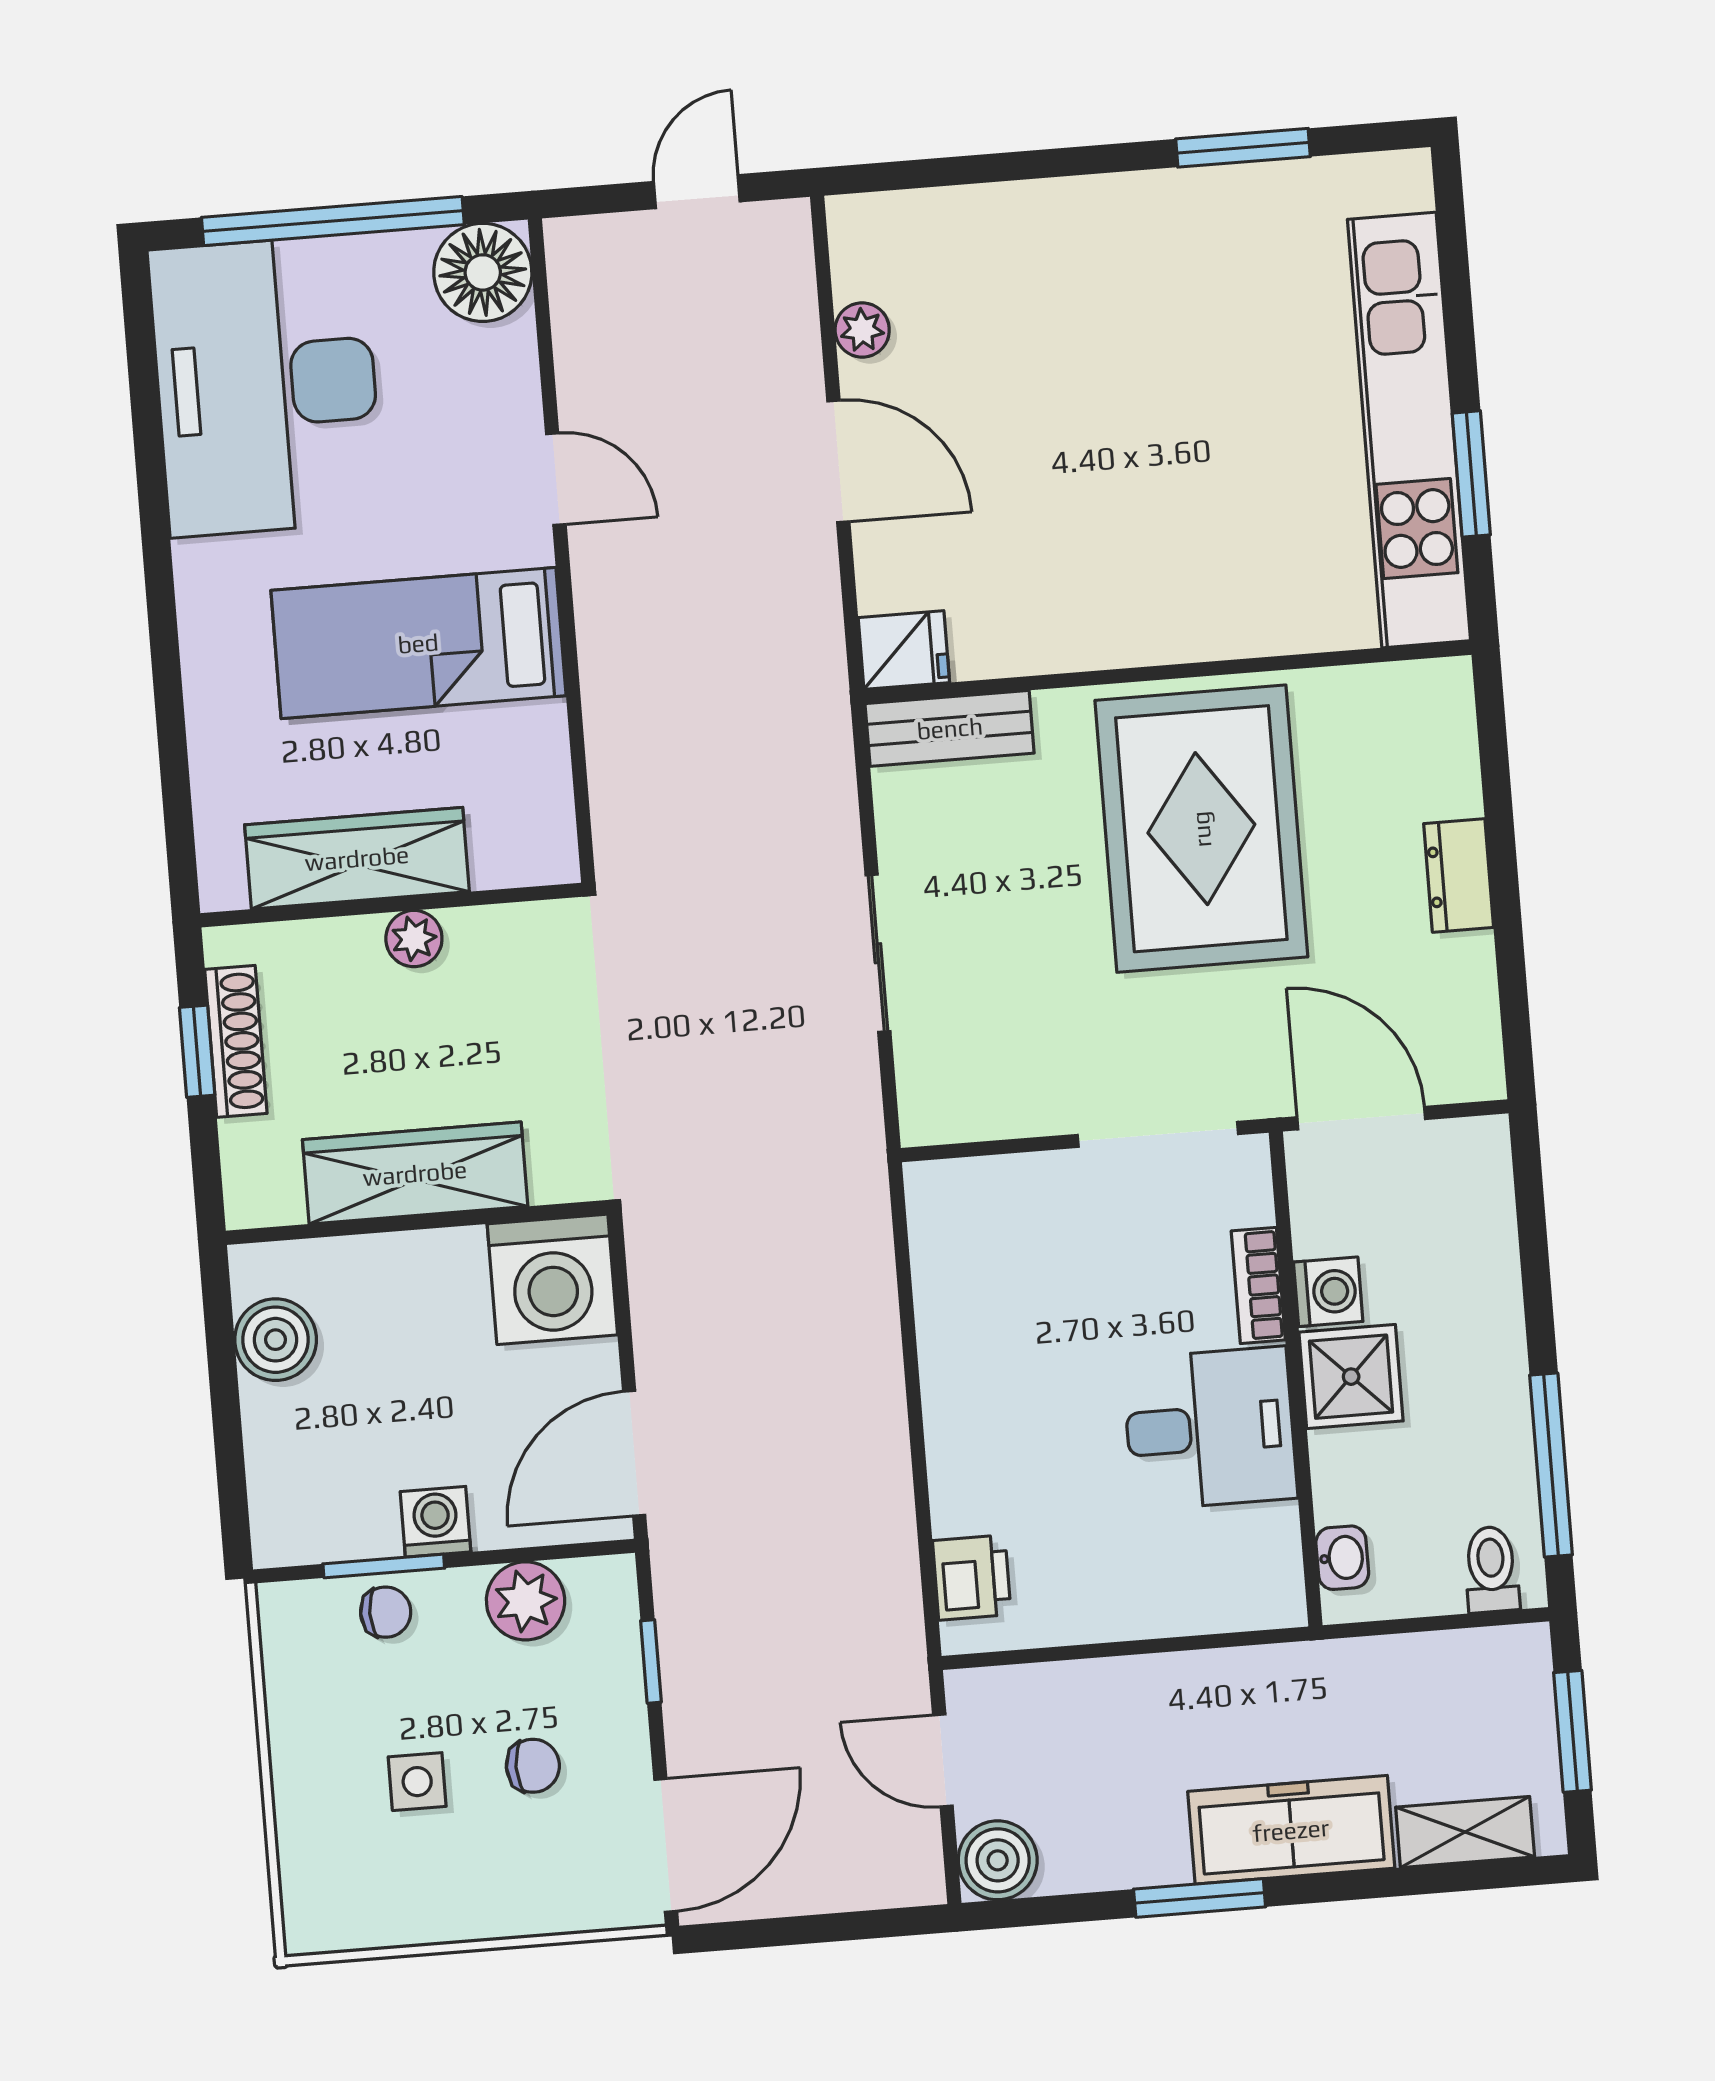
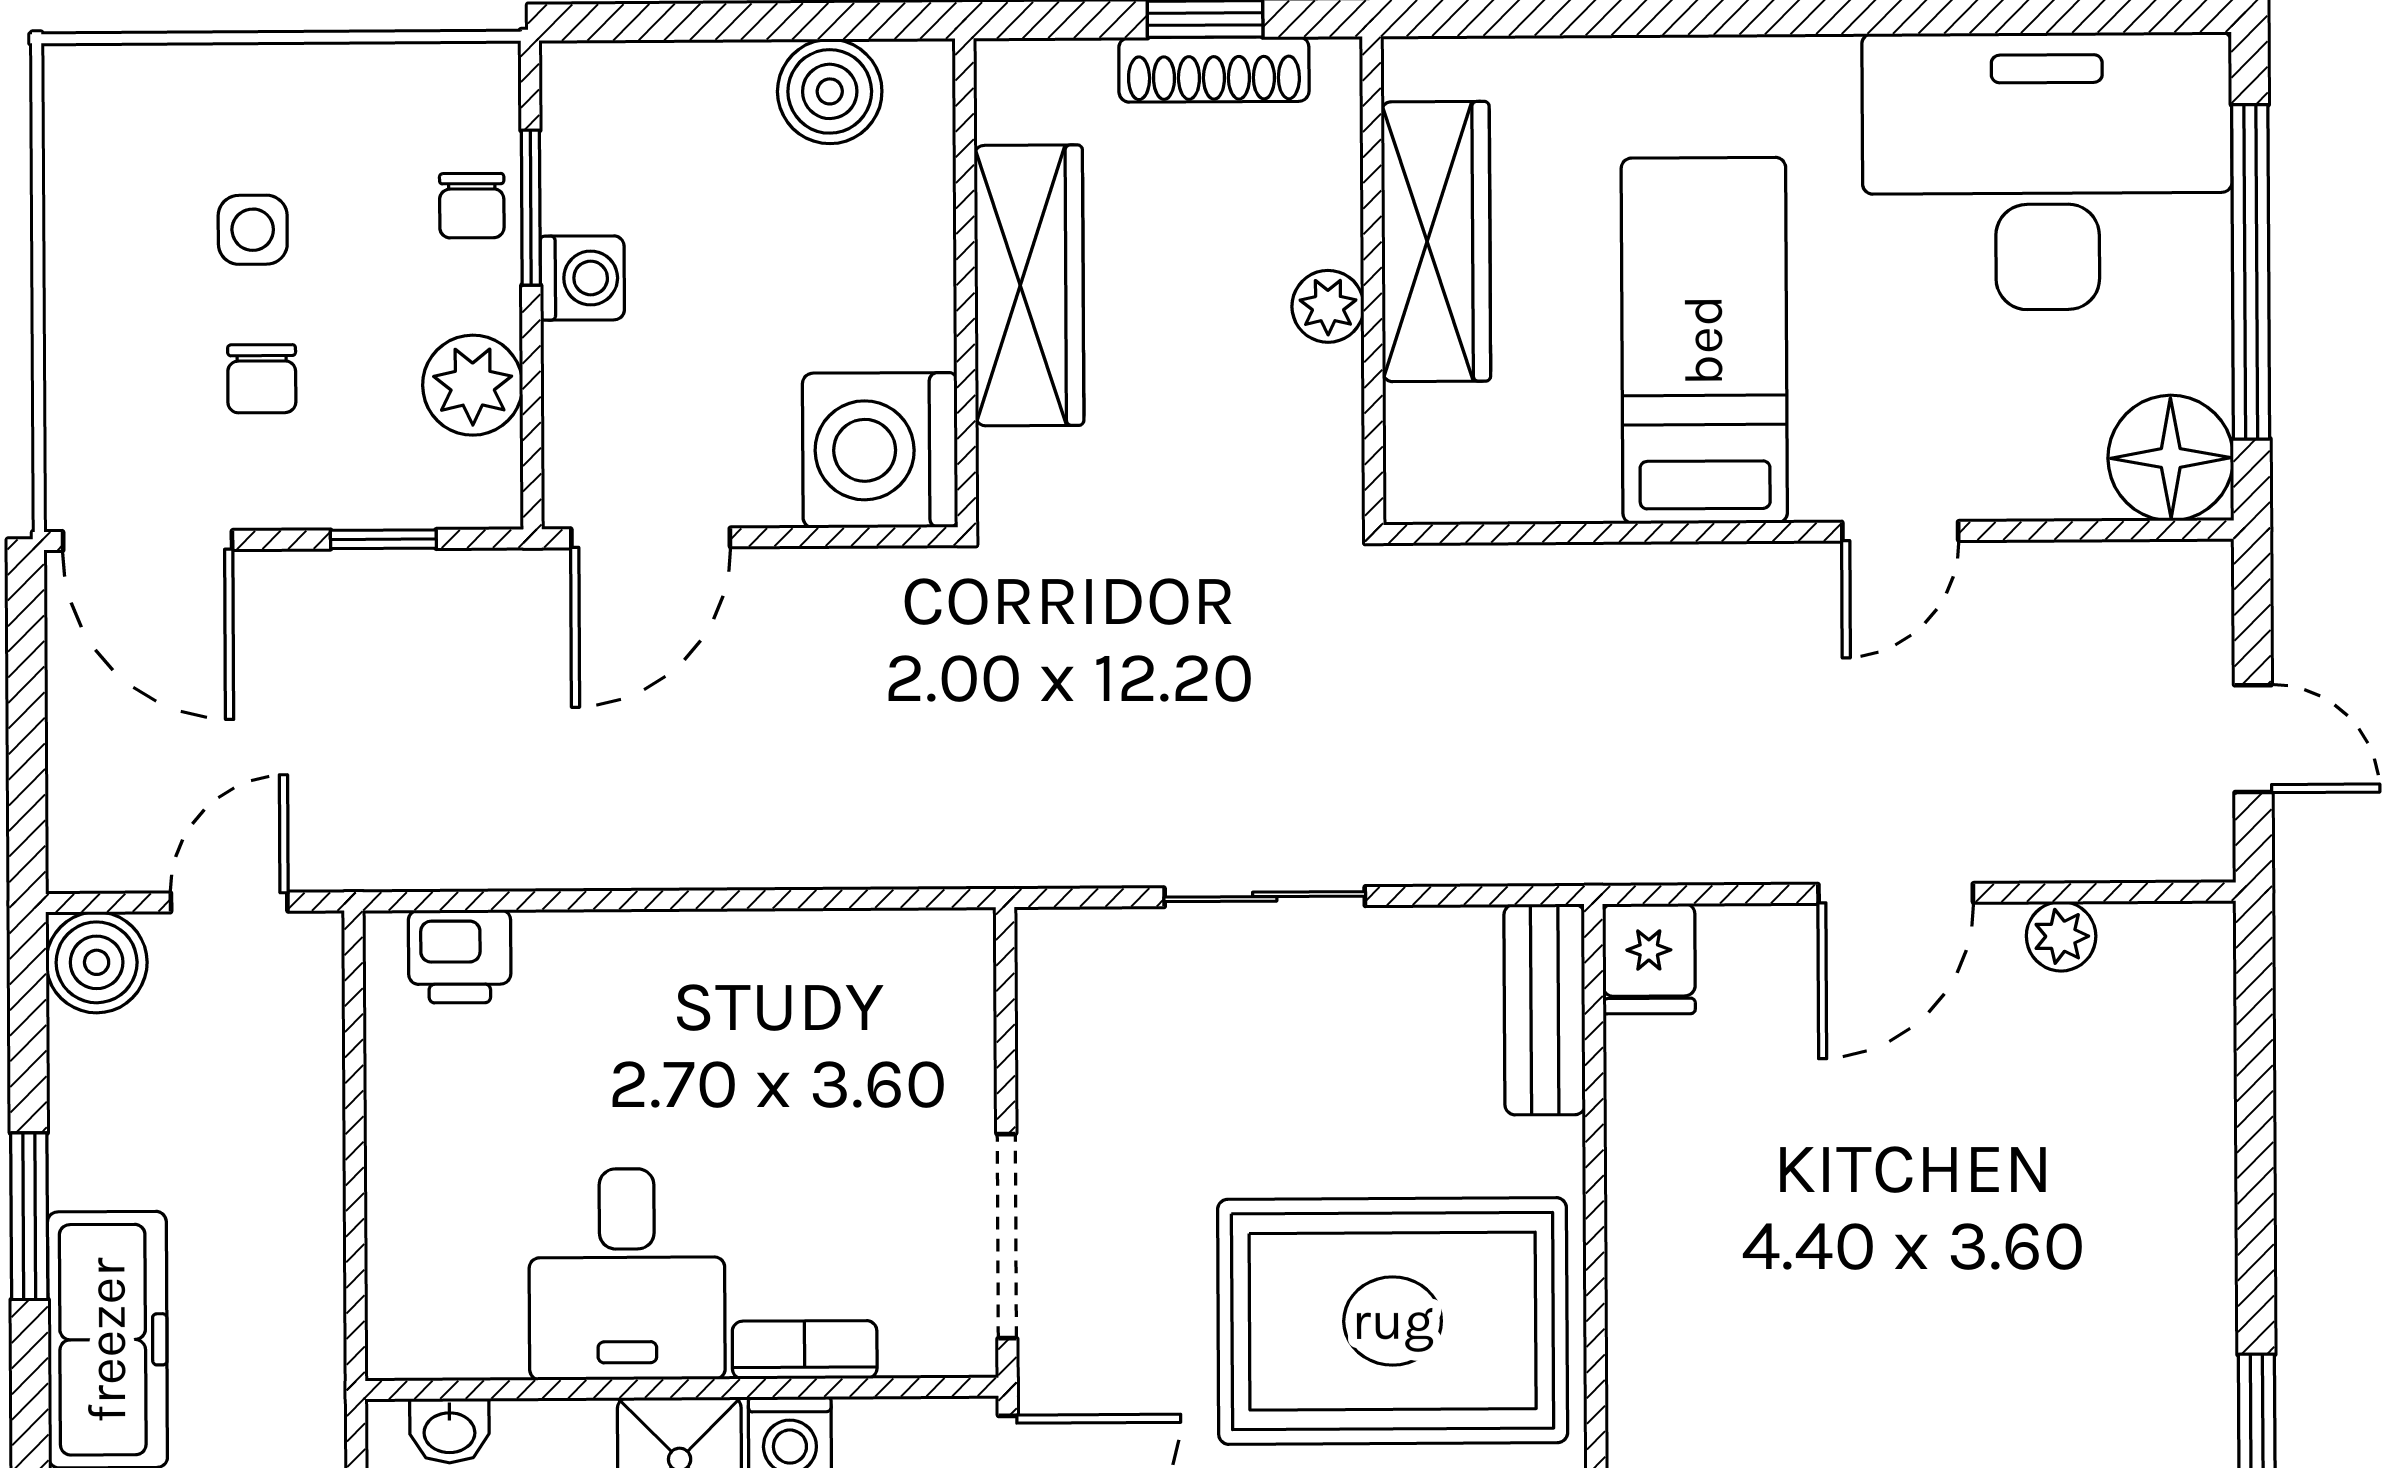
door: (634, 1453) -> (651, 538), swing flipped

